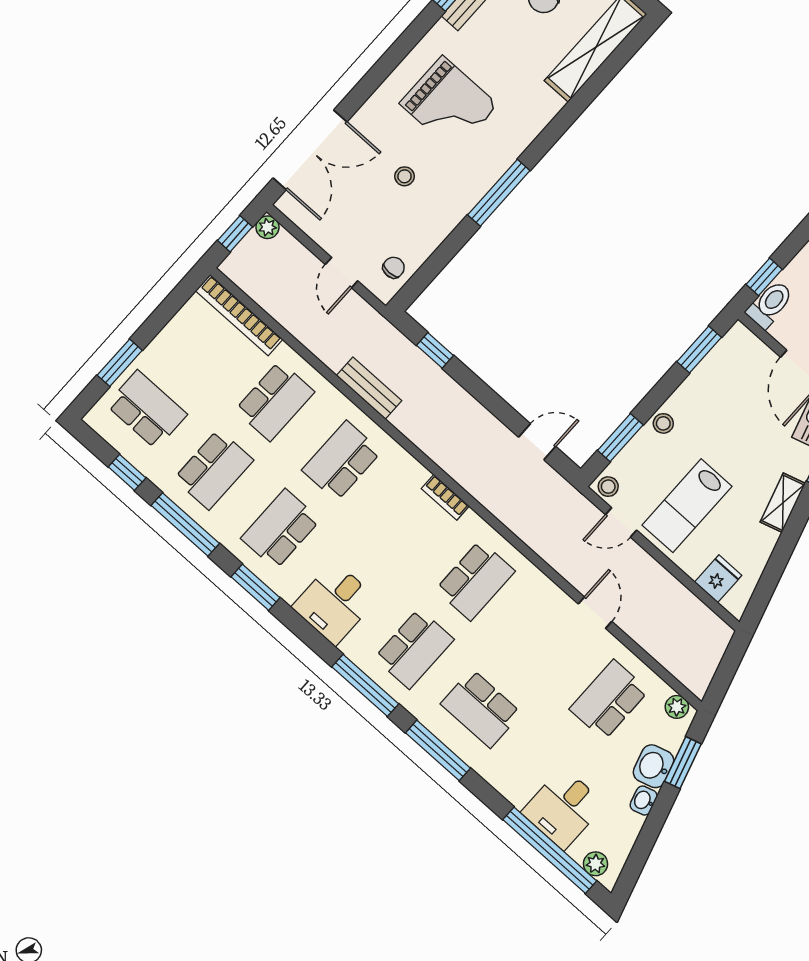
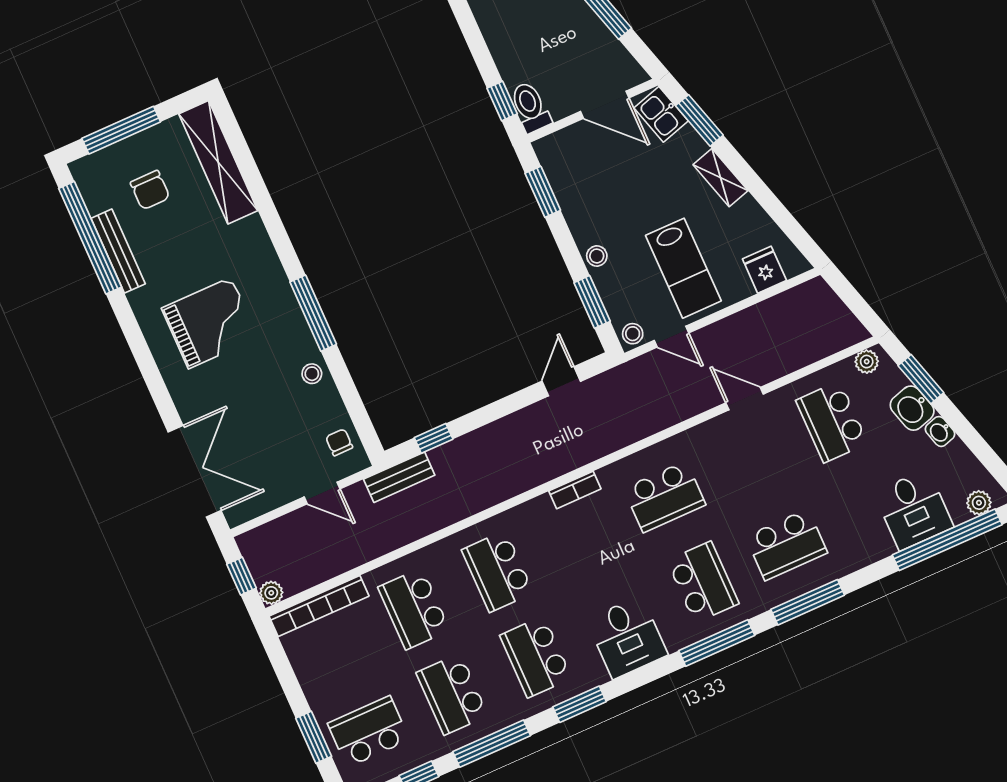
stool: (404, 176) -> (312, 374), moved
plant: (267, 227) -> (271, 593), moved
bench: (369, 388) -> (399, 477), moved
school desk: (275, 401) -> (414, 609), turned 180
school desk: (214, 469) -> (452, 694), turned 180
door: (621, 522) -> (671, 337), hinge flipped
school desk: (475, 580) -> (665, 497), turned 90

